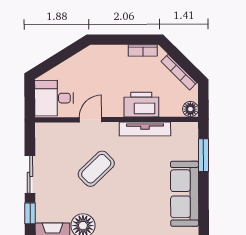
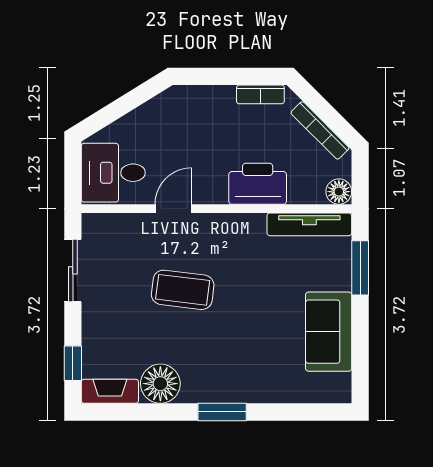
tv unit: (145, 129) -> (309, 224), moved
coffee table: (96, 169) -> (183, 290), turned 51
sliding door: (30, 174) -> (73, 270), moved
sofa: (185, 194) -> (329, 332), width x0.73

